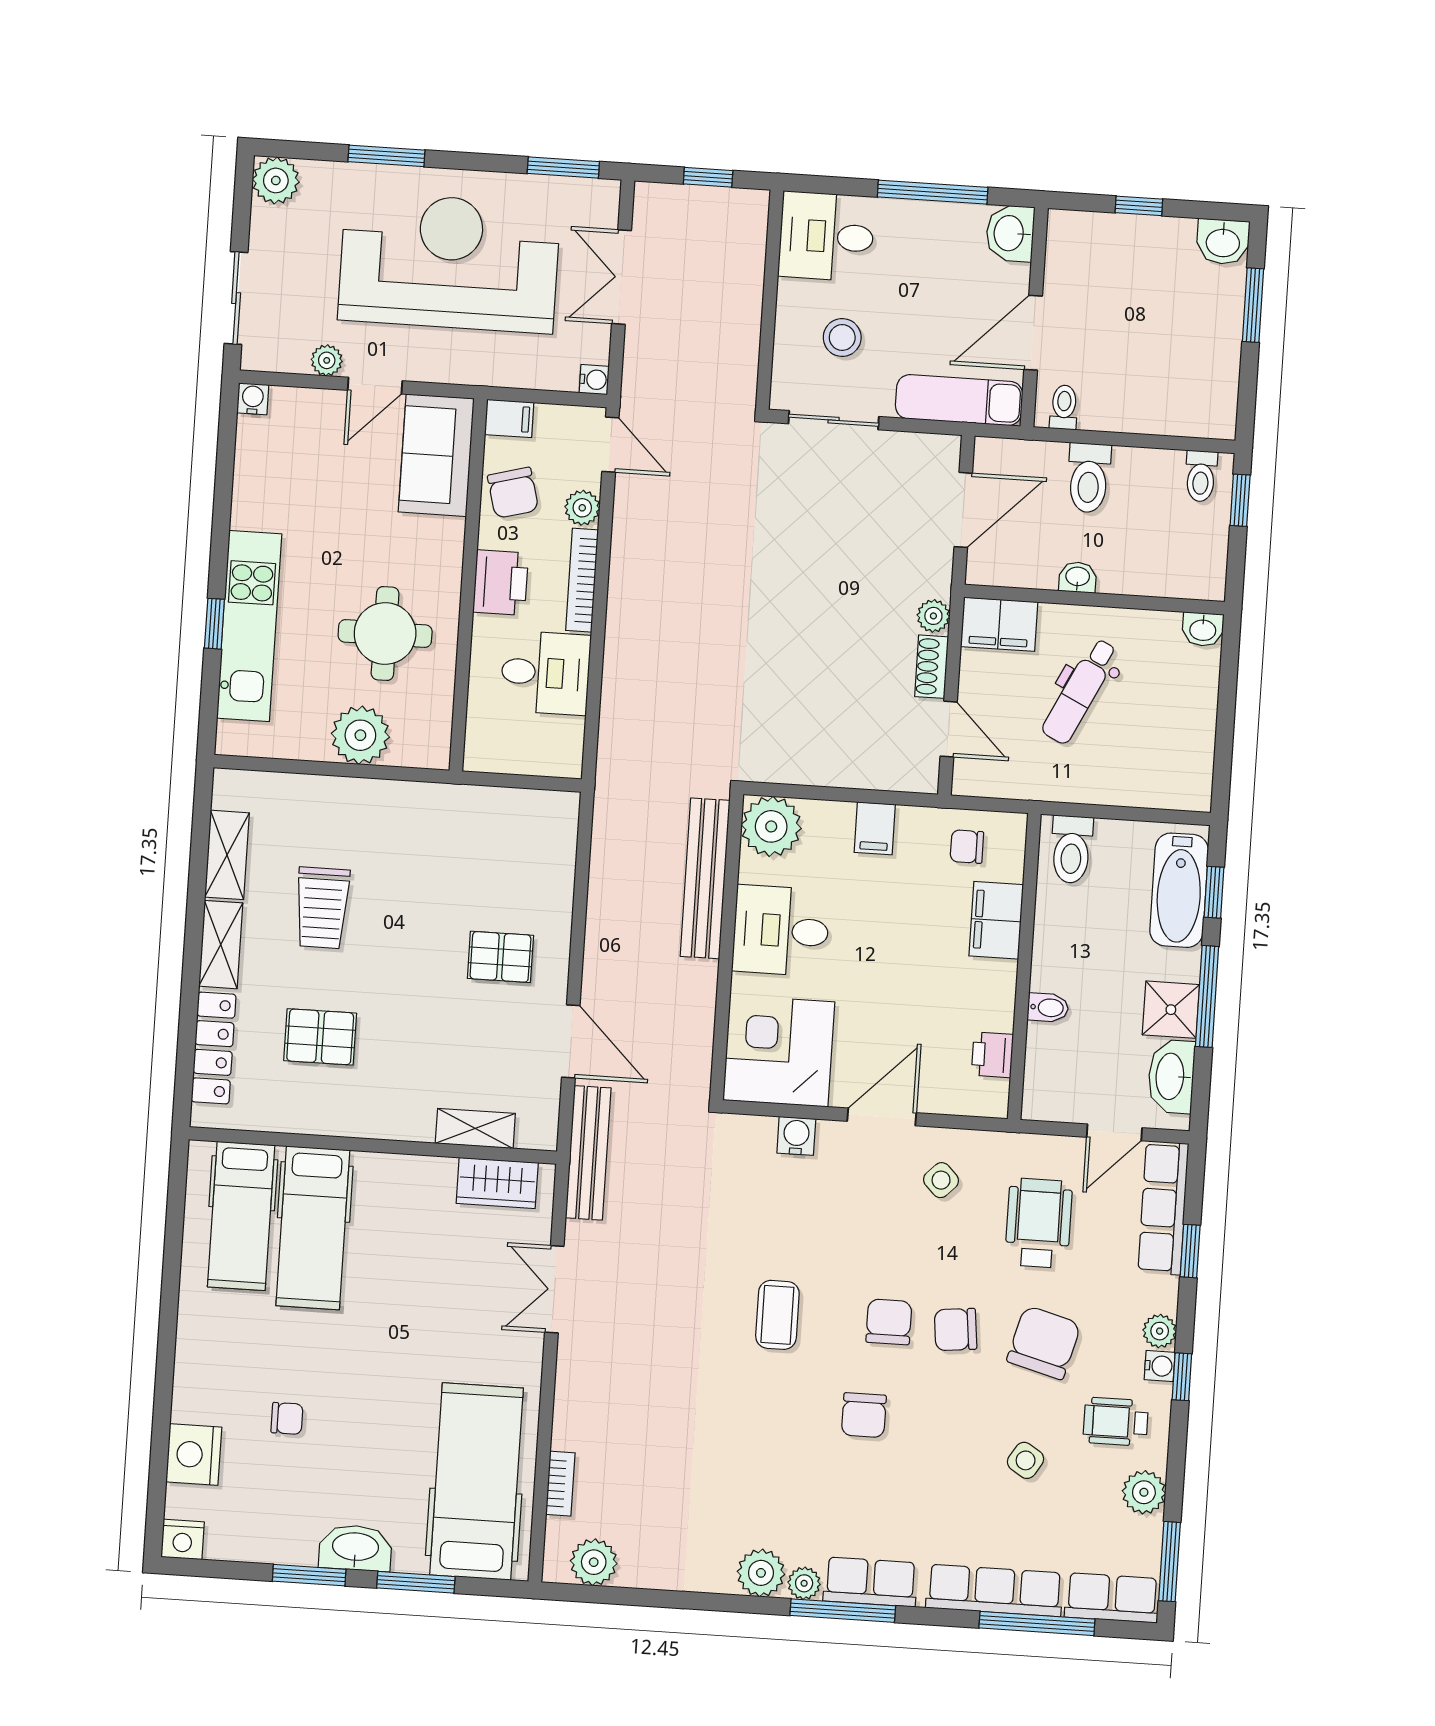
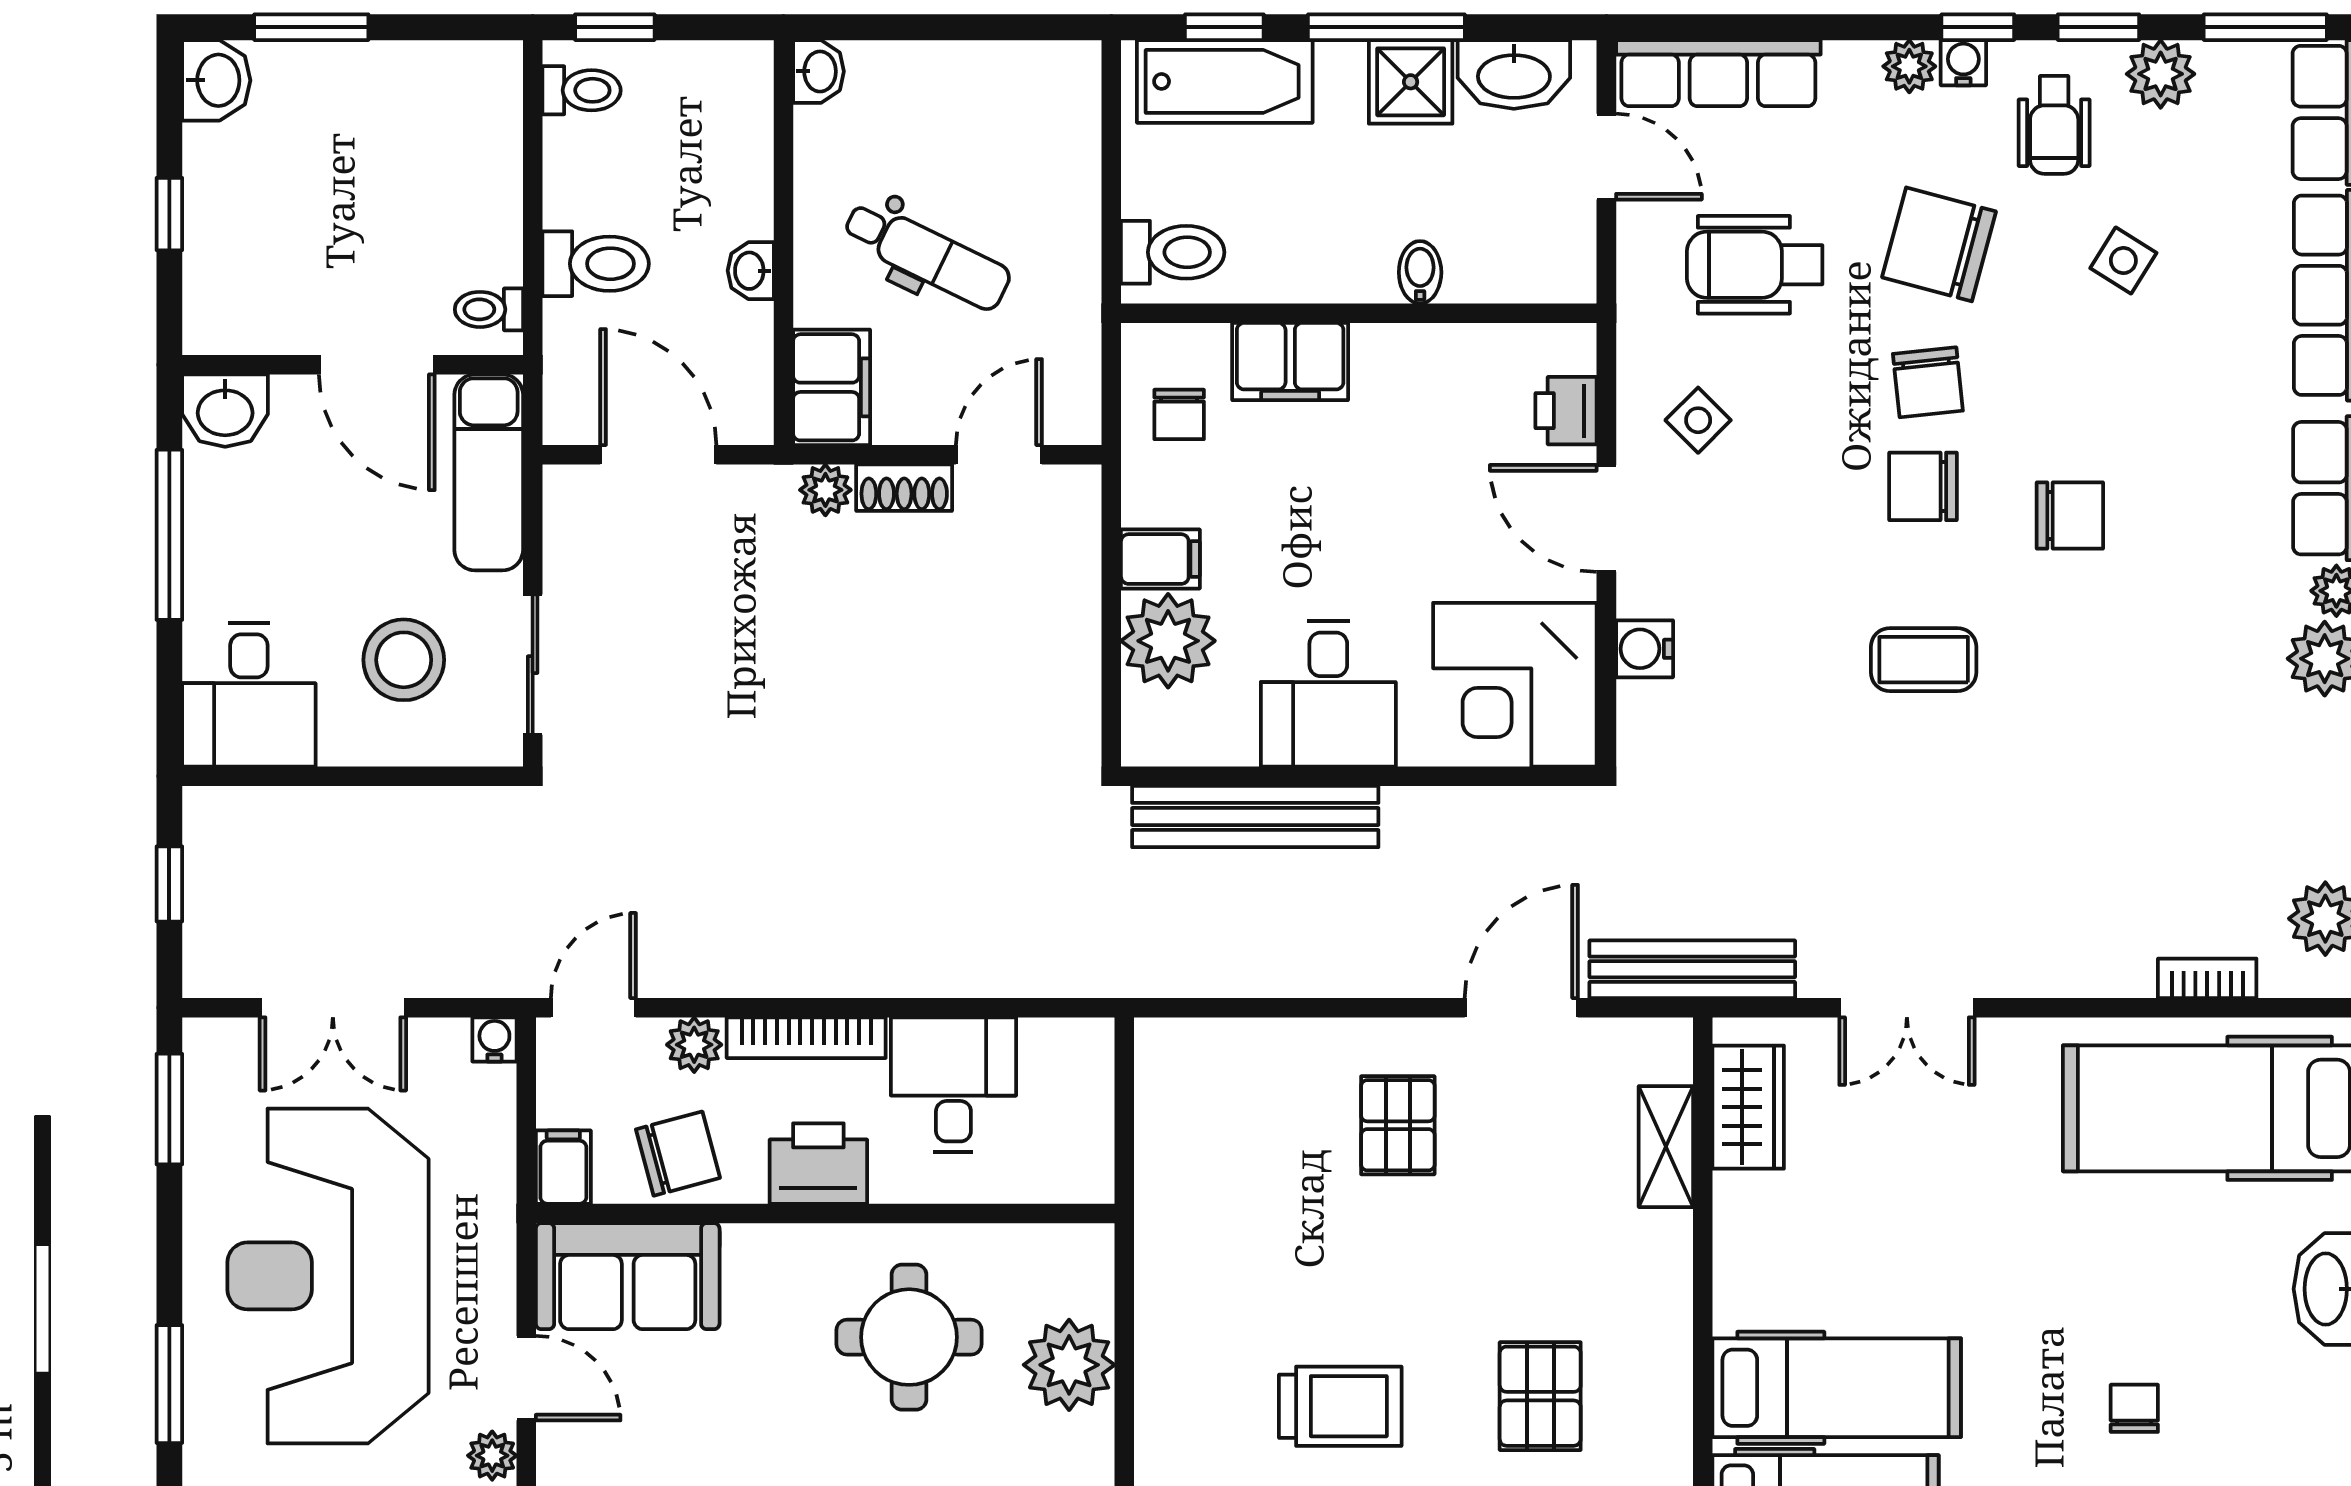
stool: (842, 337) -> (404, 660), width x1.38, depth x1.38
plant: (771, 826) -> (1168, 641), moved
printer: (992, 1055) -> (1566, 411), moved, turned 90
window: (1190, 1251) -> (2098, 27), moved

